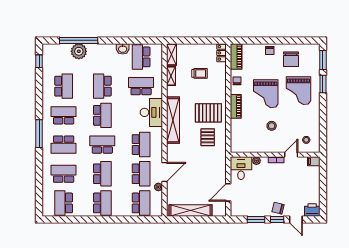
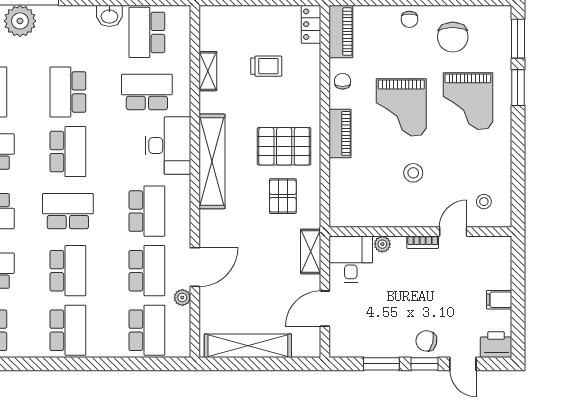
shelving: (172, 54) -> (311, 252), moved
filing cabinet: (314, 161) -> (499, 300), moved

